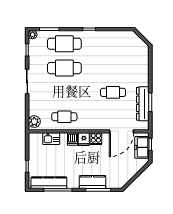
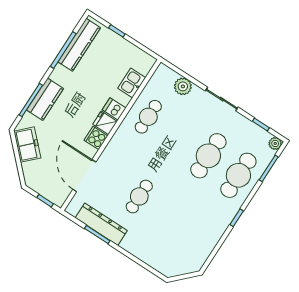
plant: (34, 122) -> (183, 86), moved
freezer: (142, 147) -> (27, 145), moved, turned 45

